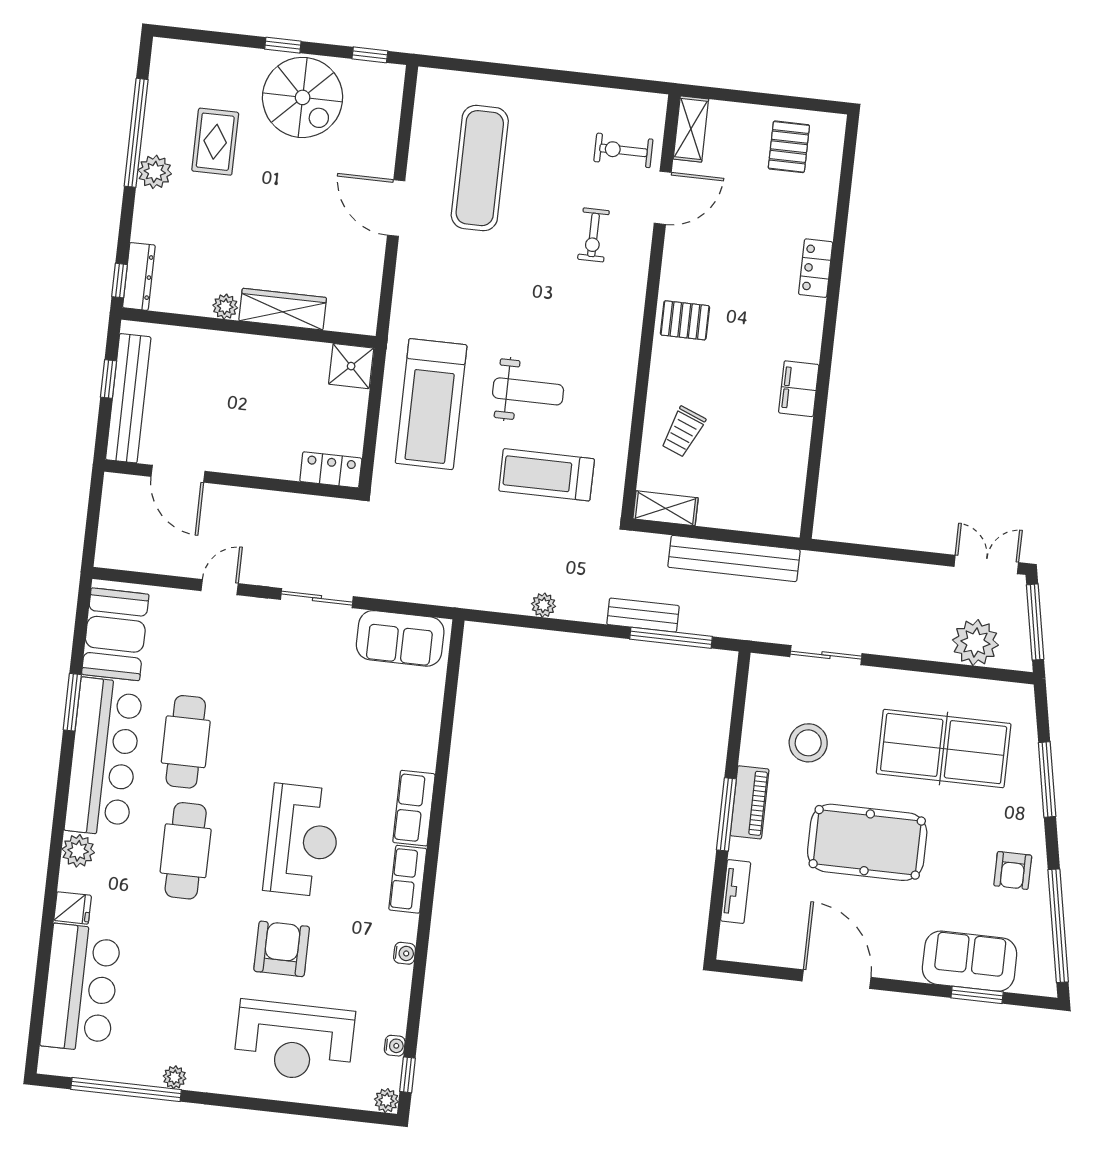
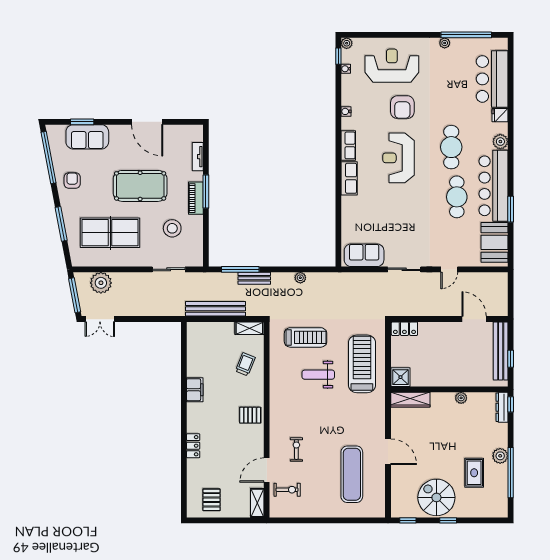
wardrobe: (283, 309) -> (410, 400), moved

